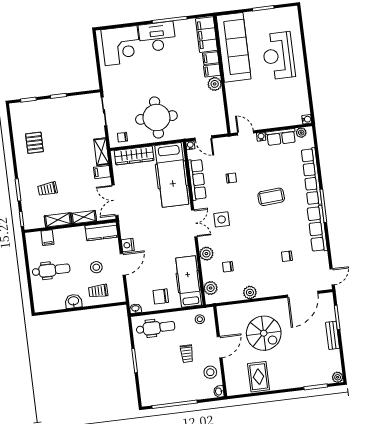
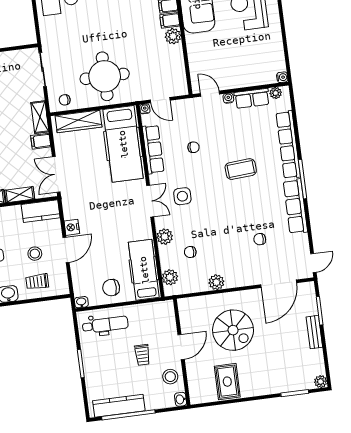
stool: (200, 319) -> (157, 314), removed
kitchen counter: (167, 397) -> (119, 406), added

